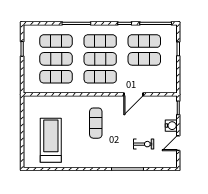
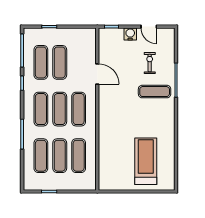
exercise mat: (96, 123) -> (155, 92), moved
treadmill: (51, 140) -> (146, 161), turned 90

